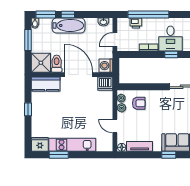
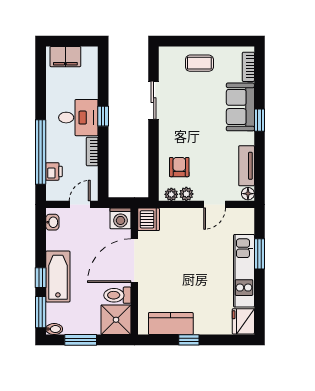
door: (115, 39) -> (80, 204), swing flipped
kitchen counter: (46, 84) -> (171, 324), moved, turned -90
window: (59, 155) -> (259, 254), moved

